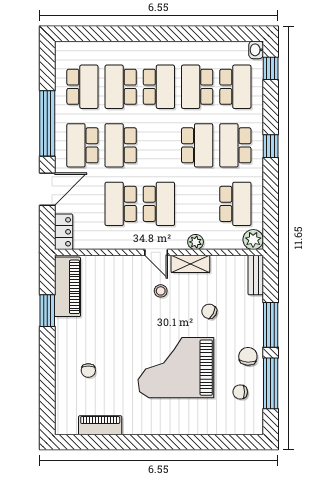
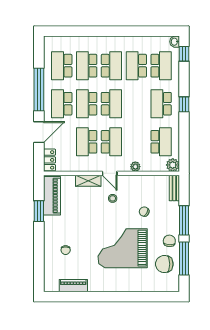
school desk: (82, 87) -> (62, 66), turned 180
school desk: (197, 145) -> (111, 104), moved
shelving: (190, 264) -> (88, 181), moved
chair: (240, 392) -> (164, 264), width x1.87, depth x1.87

